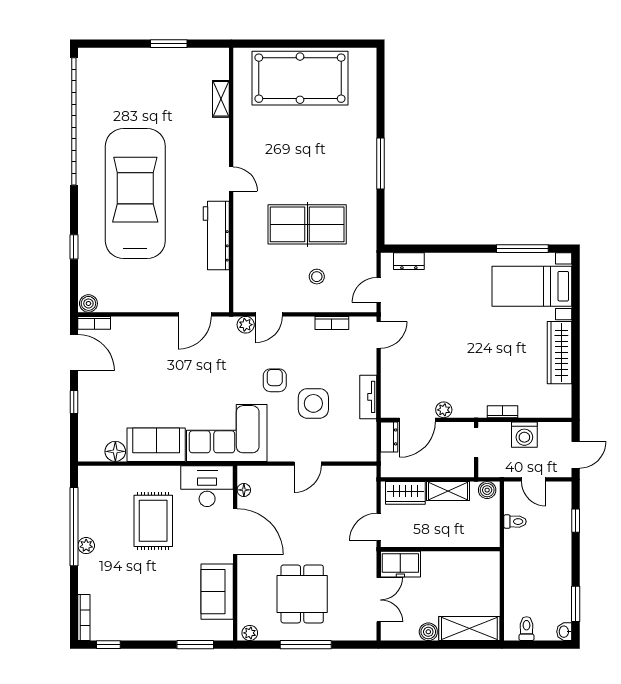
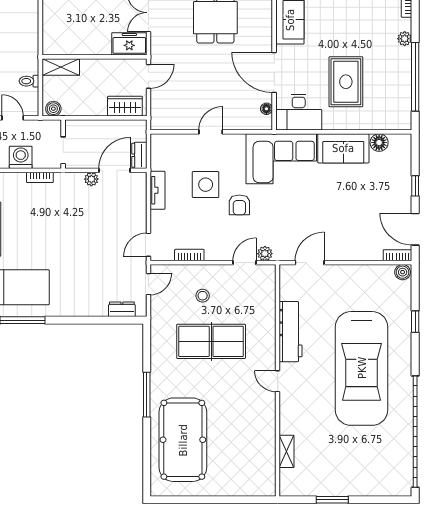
pool table: (300, 78) -> (183, 440), moved, turned 90
shelving: (448, 491) -> (61, 67), moved
plant: (86, 546) -> (405, 39), moved

